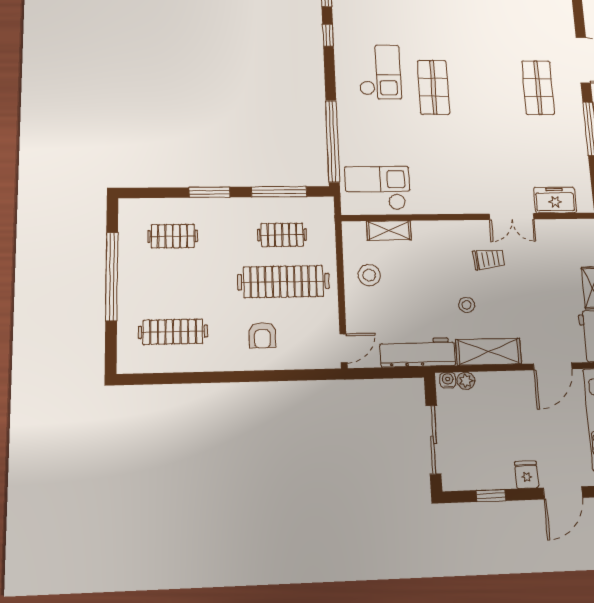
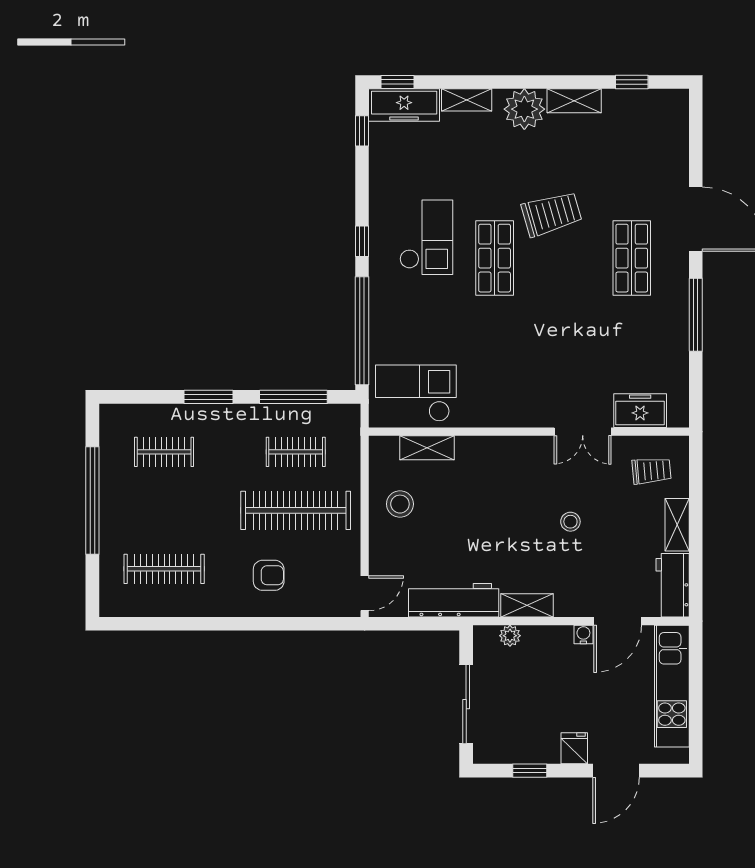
window: (328, 35) -> (362, 241), moved
trolley: (475, 56) -> (552, 214), added
trolley: (489, 259) -> (651, 471), moved
stool: (467, 305) -> (570, 522), moved
armchair: (262, 335) -> (269, 575), turned -90
shelving: (489, 352) -> (527, 605), width x0.67, depth x0.75
water cooler: (448, 380) -> (583, 634), moved

